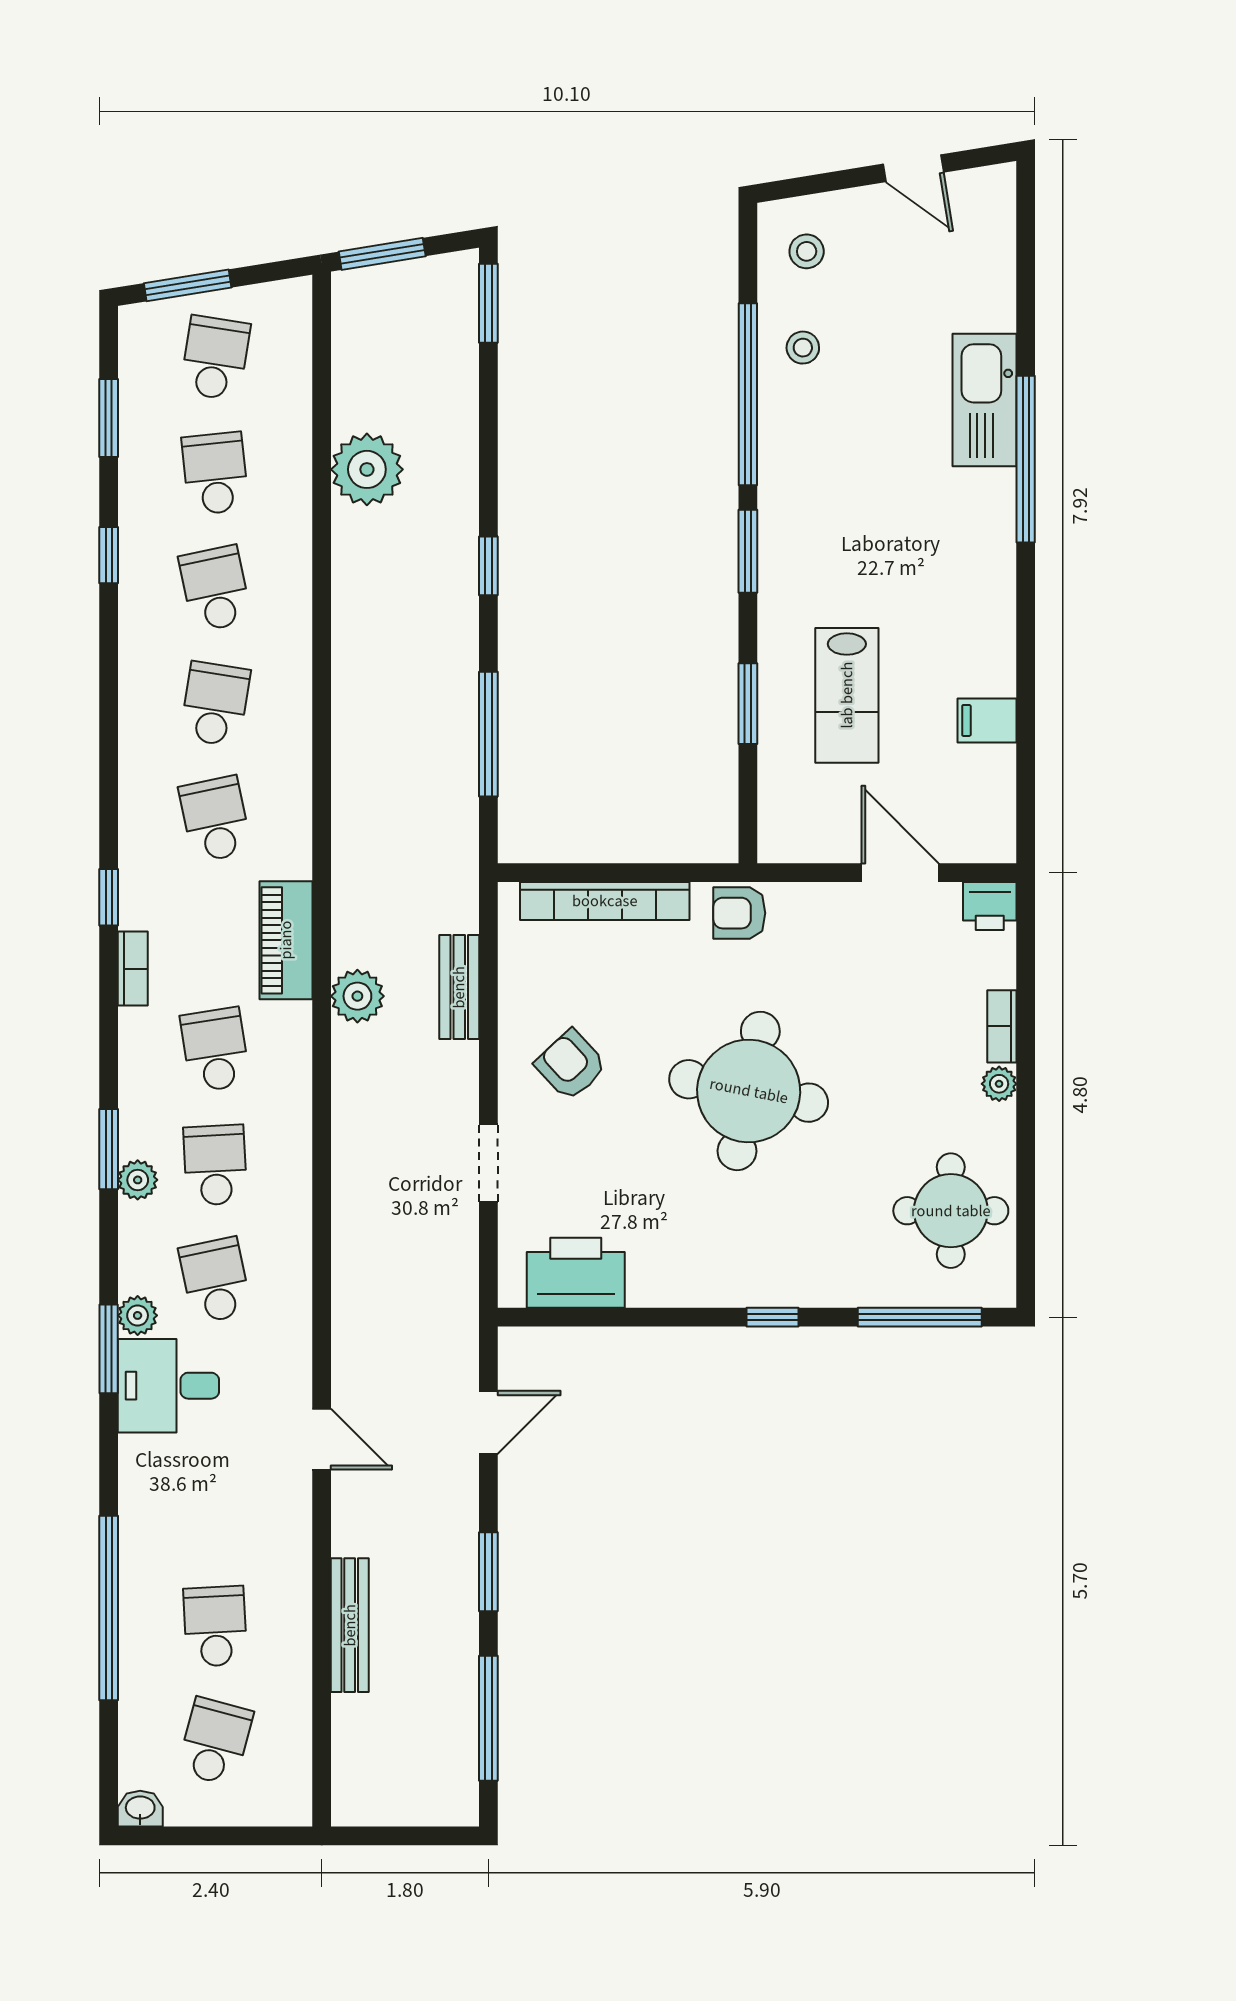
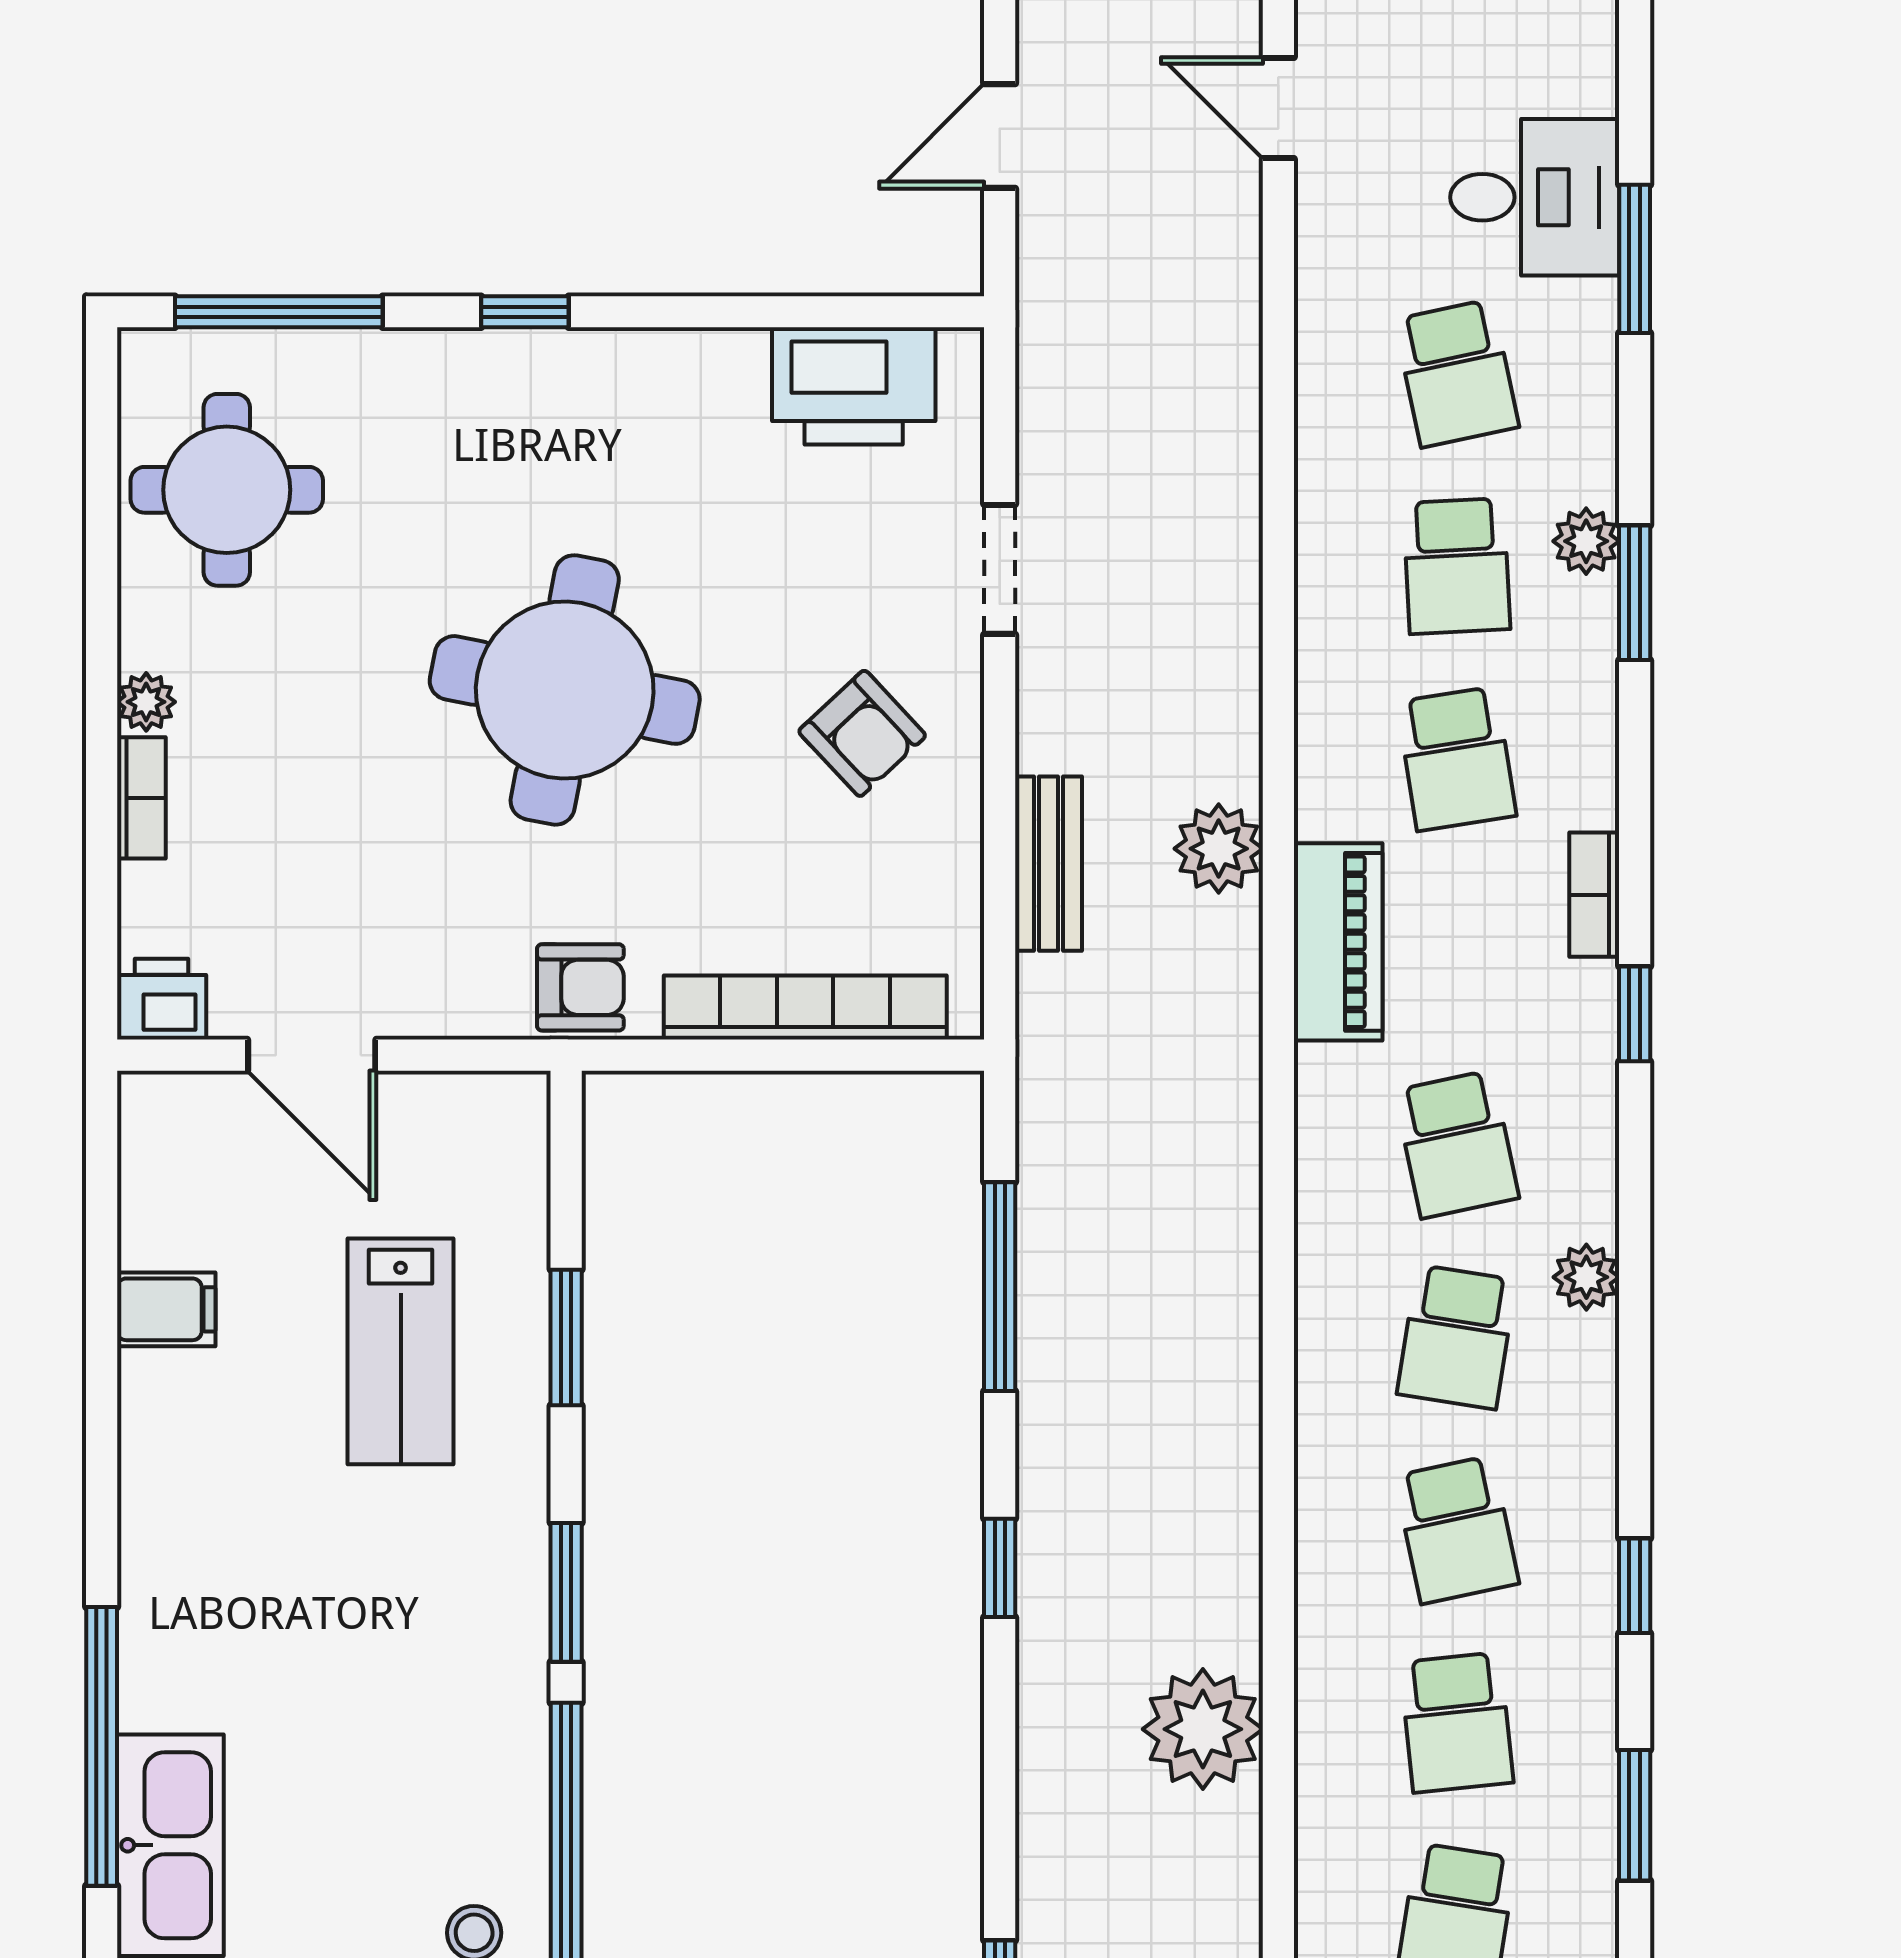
lab bench: (847, 695) -> (401, 1351), turned 180
plant: (138, 1315) -> (1586, 1277), moved

